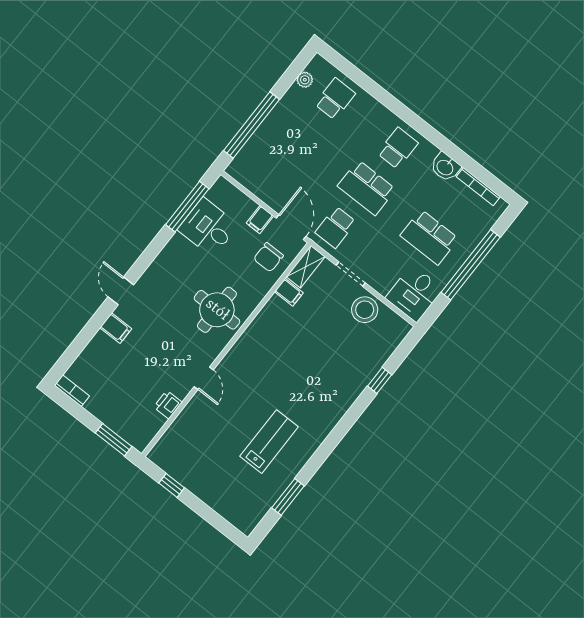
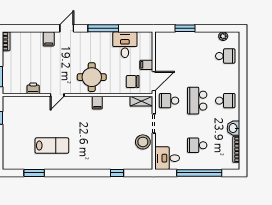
window: (251, 125) -> (185, 28), width x0.47
window: (187, 207) -> (103, 28), moved
school desk: (429, 237) -> (197, 145), width x0.54
filing cabinet: (289, 292) -> (97, 103), moved

